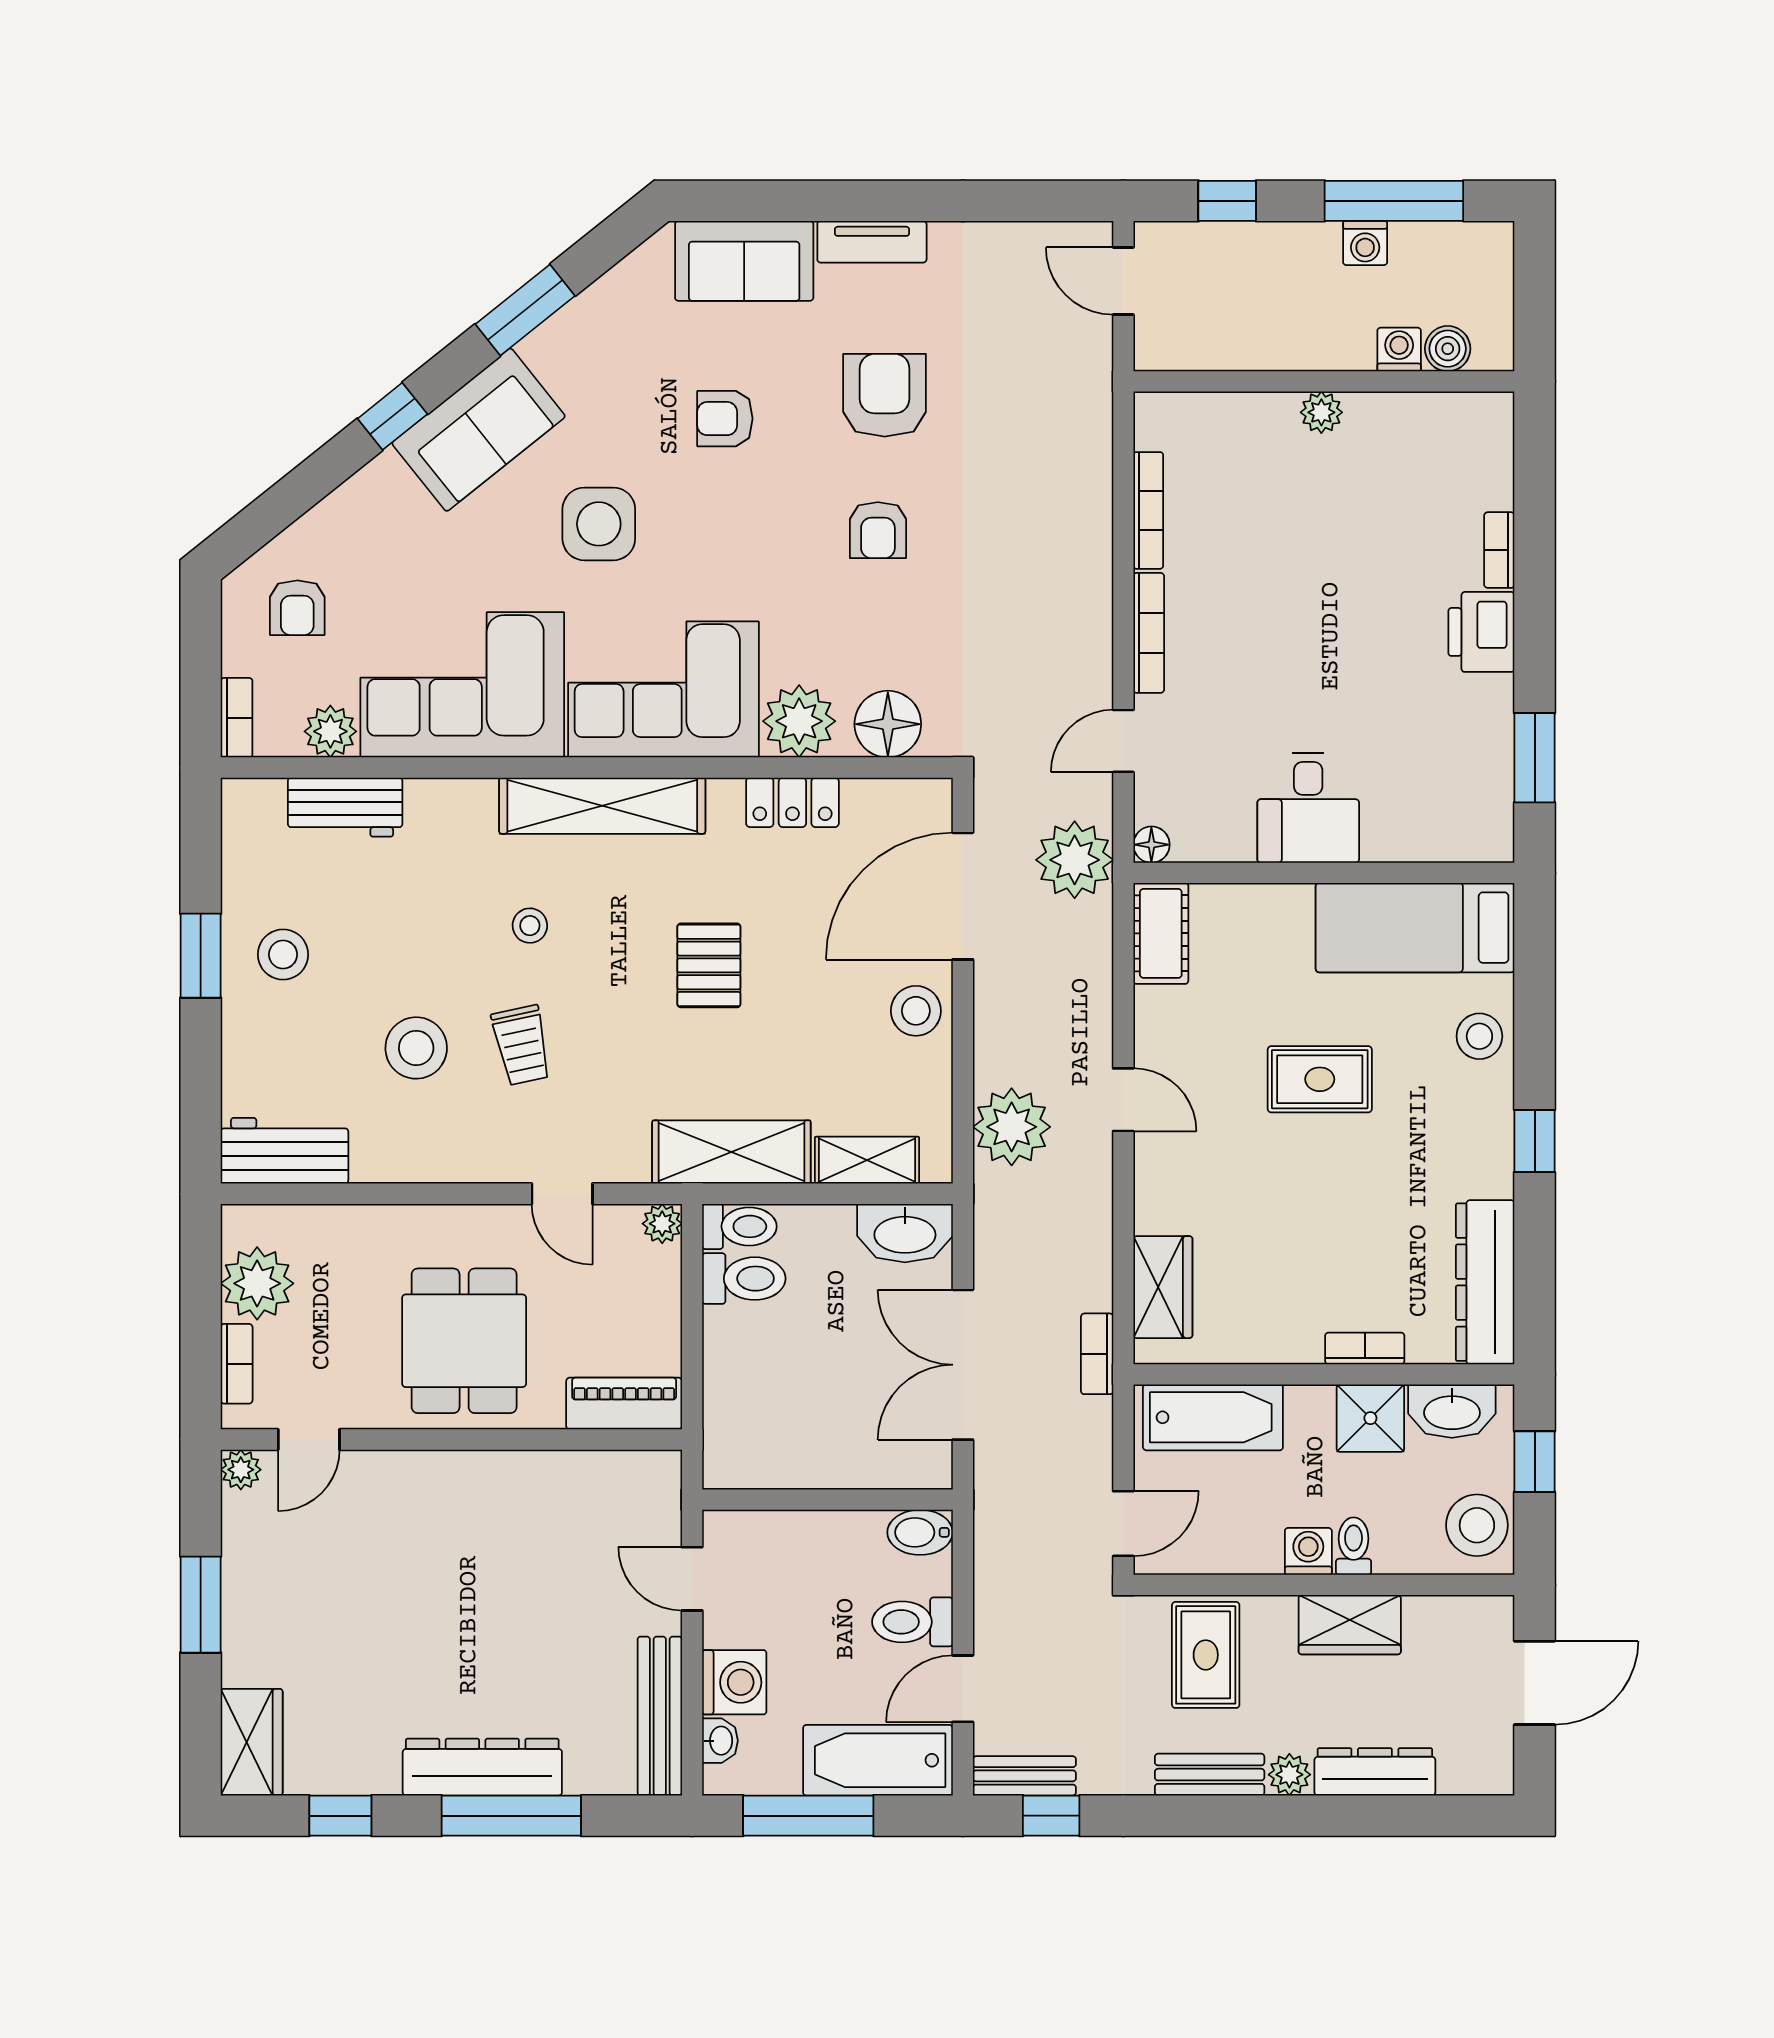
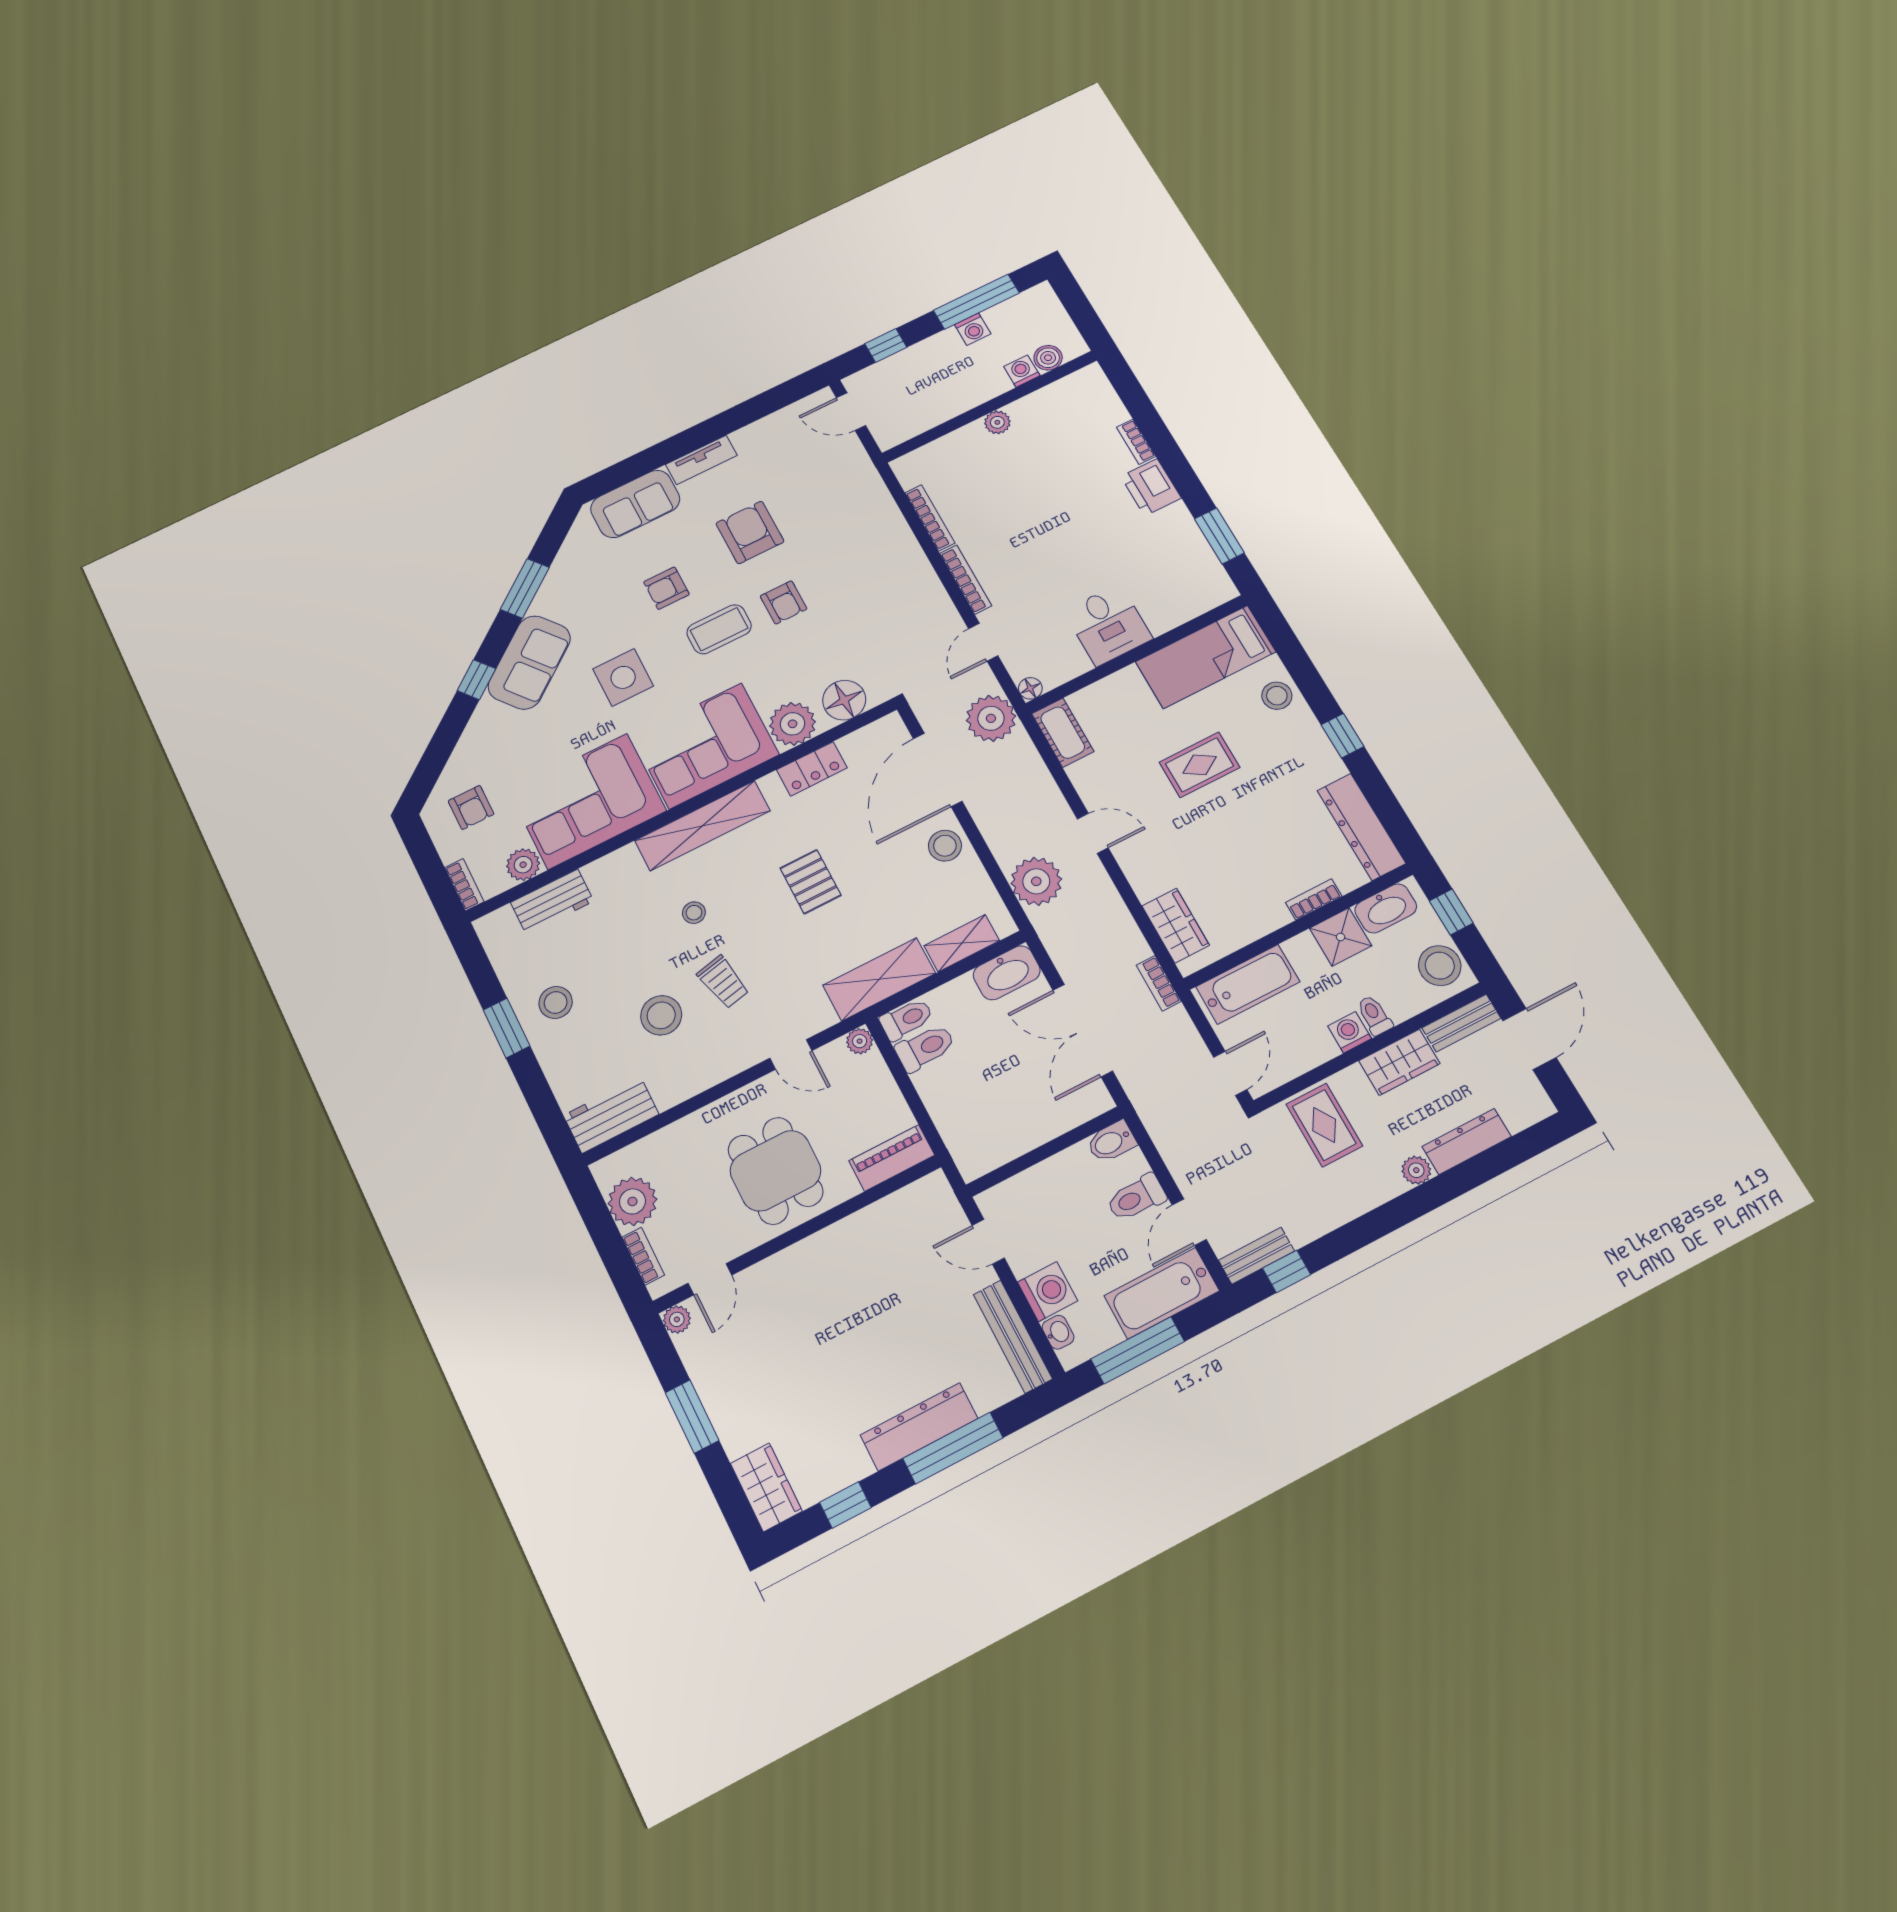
coffee table: (768, 523) -> (719, 629), added
bench: (1210, 1775) -> (1461, 1023), moved

